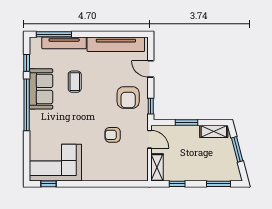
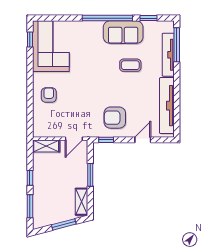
armchair: (113, 135) -> (49, 95), moved
window: (177, 184) -> (30, 178), moved

